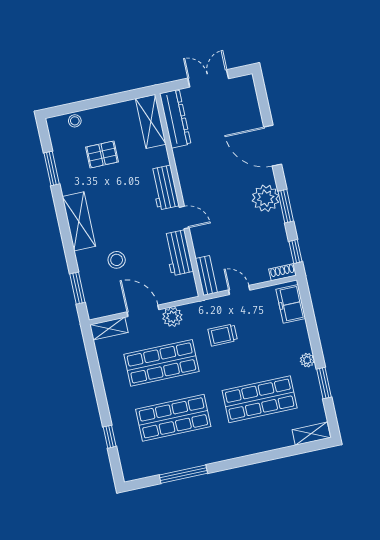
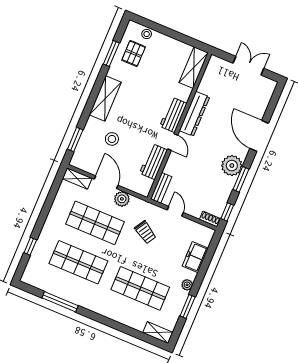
dresser: (175, 119) -> (194, 114), moved
pallet: (102, 154) -> (134, 53), moved, turned 90
freezer: (291, 304) -> (195, 257), moved
trolley: (223, 335) -> (145, 232), turned -149

